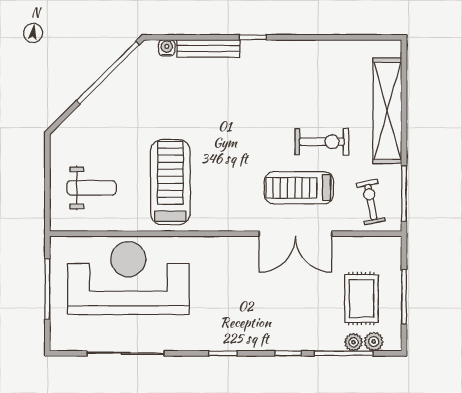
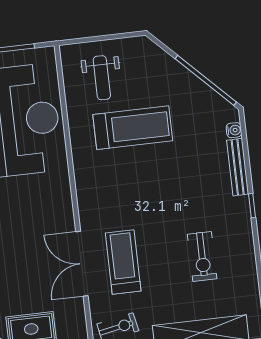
exercise bike: (322, 142) -> (202, 256), moved
treadmill: (170, 182) -> (133, 128), moved

